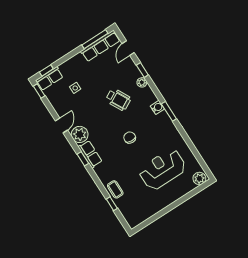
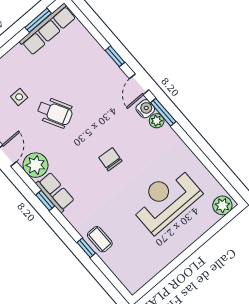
window: (95, 39) -> (38, 20), width x0.69
door: (128, 48) -> (139, 84), moved
plant: (142, 82) -> (157, 121), moved
wheelchair: (118, 99) -> (55, 113), moved
window: (112, 204) -> (86, 248), moved

